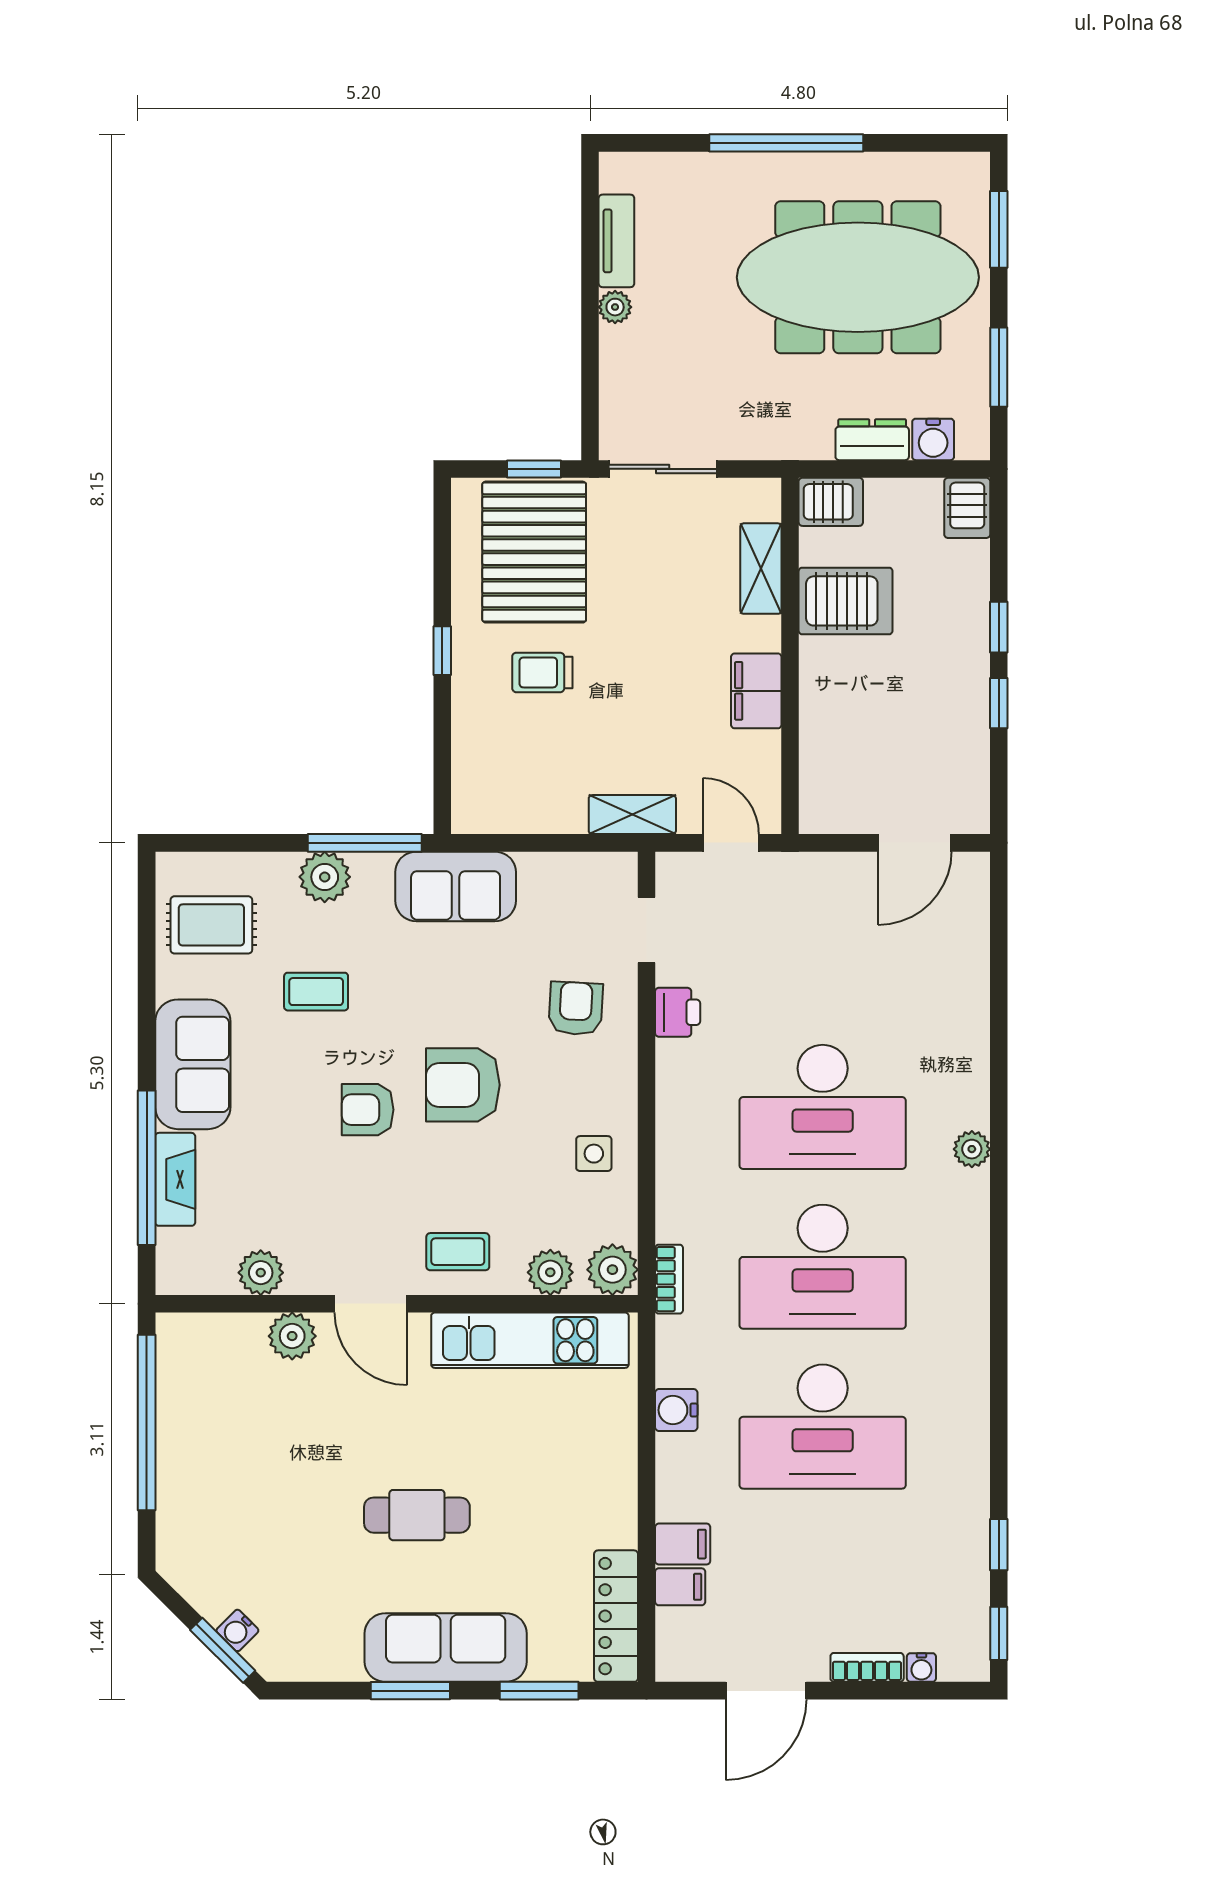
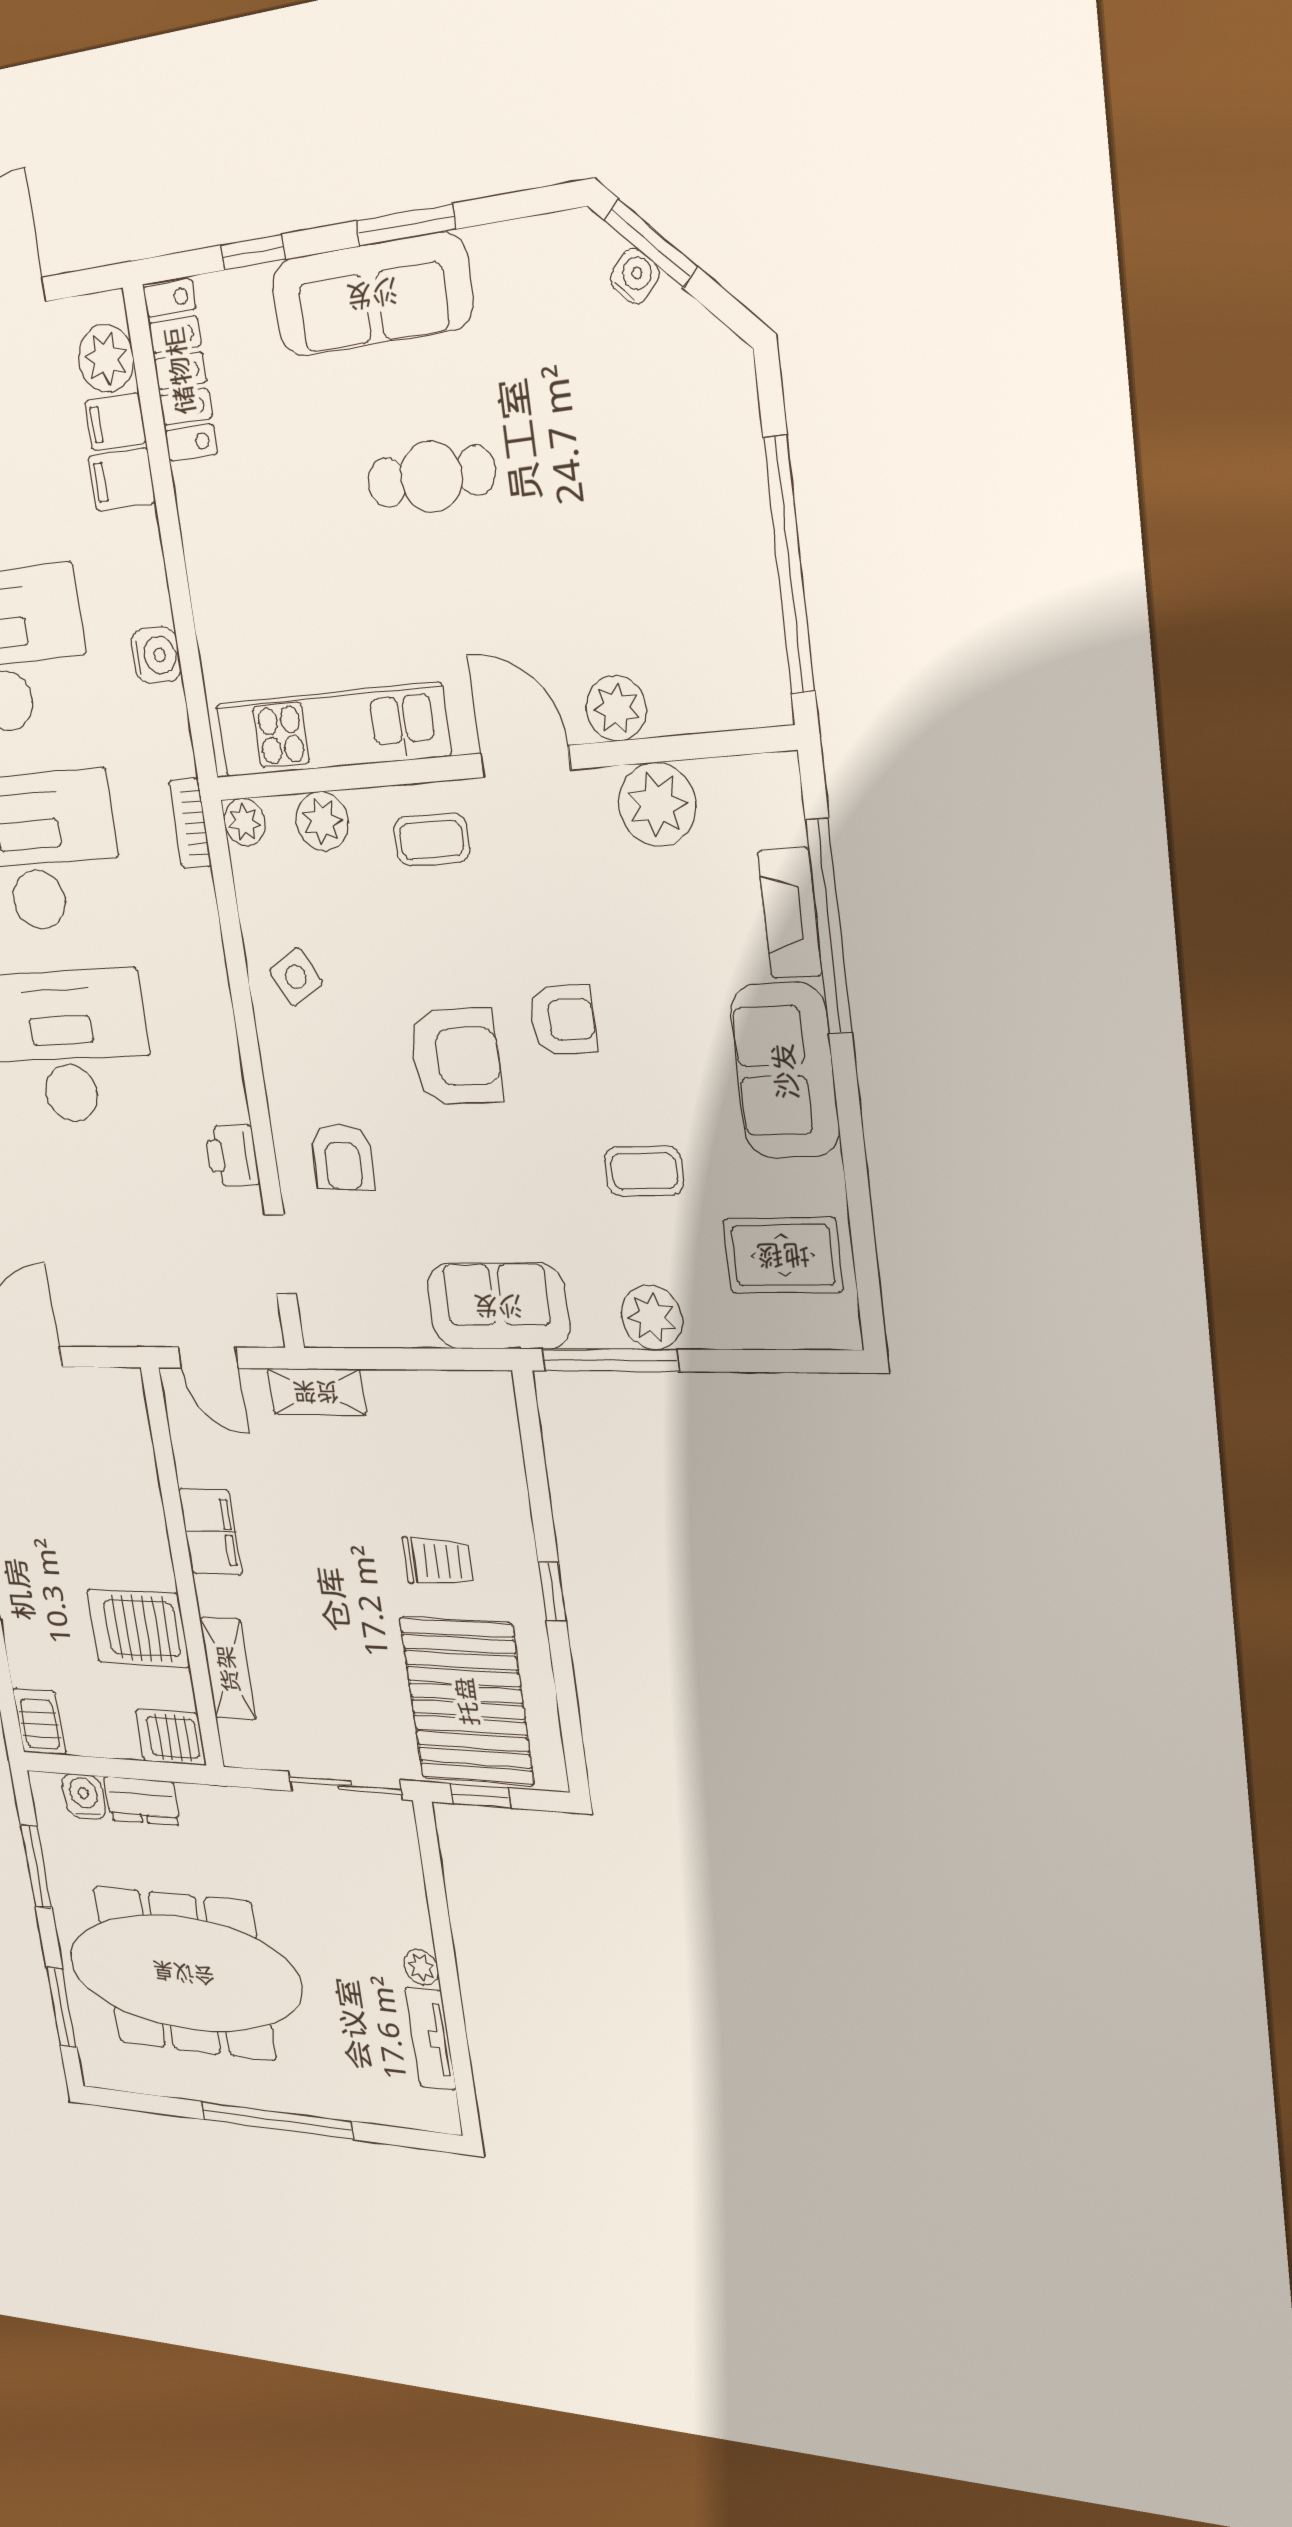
side table: (594, 1154) -> (296, 977), turned -30
plant: (612, 1270) -> (245, 822), width x0.73, depth x0.73
plant: (261, 1273) -> (657, 804), width x1.36, depth x1.36
plant: (680, 1634) -> (106, 358), added
window: (539, 1691) -> (253, 252), width x0.67

